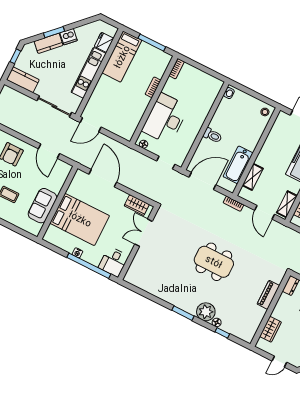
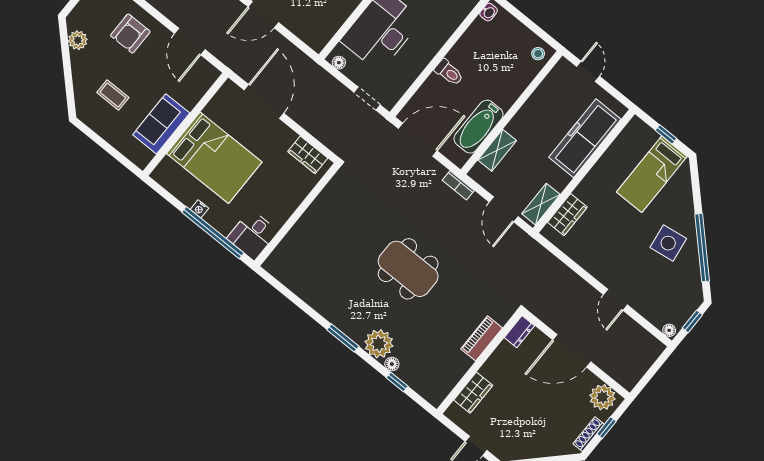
double door: (143, 233) -> (309, 200), removed

